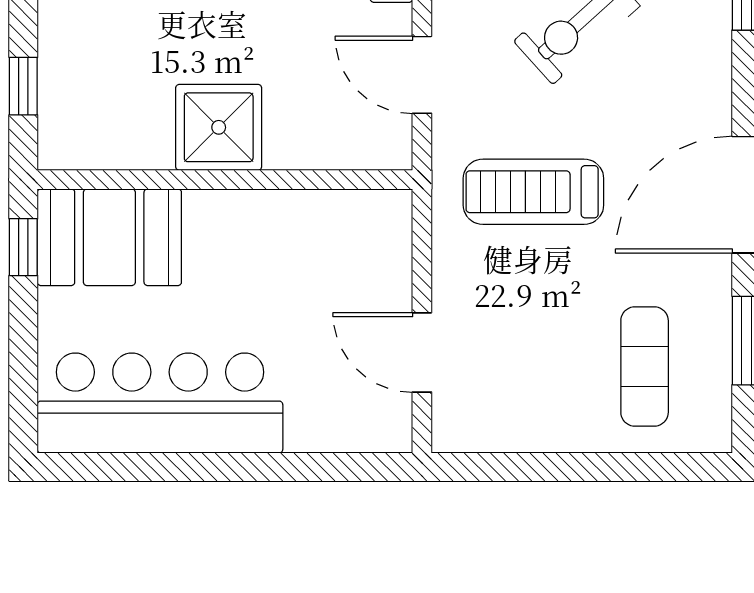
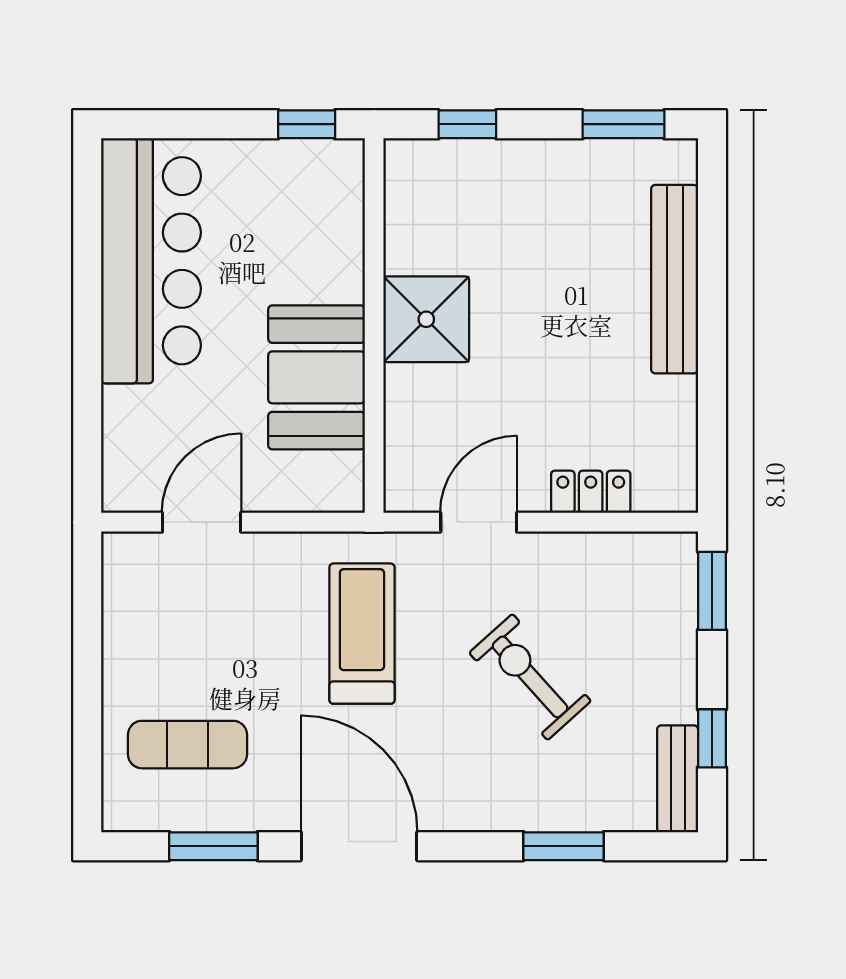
booth: (109, 237) -> (317, 377), moved

